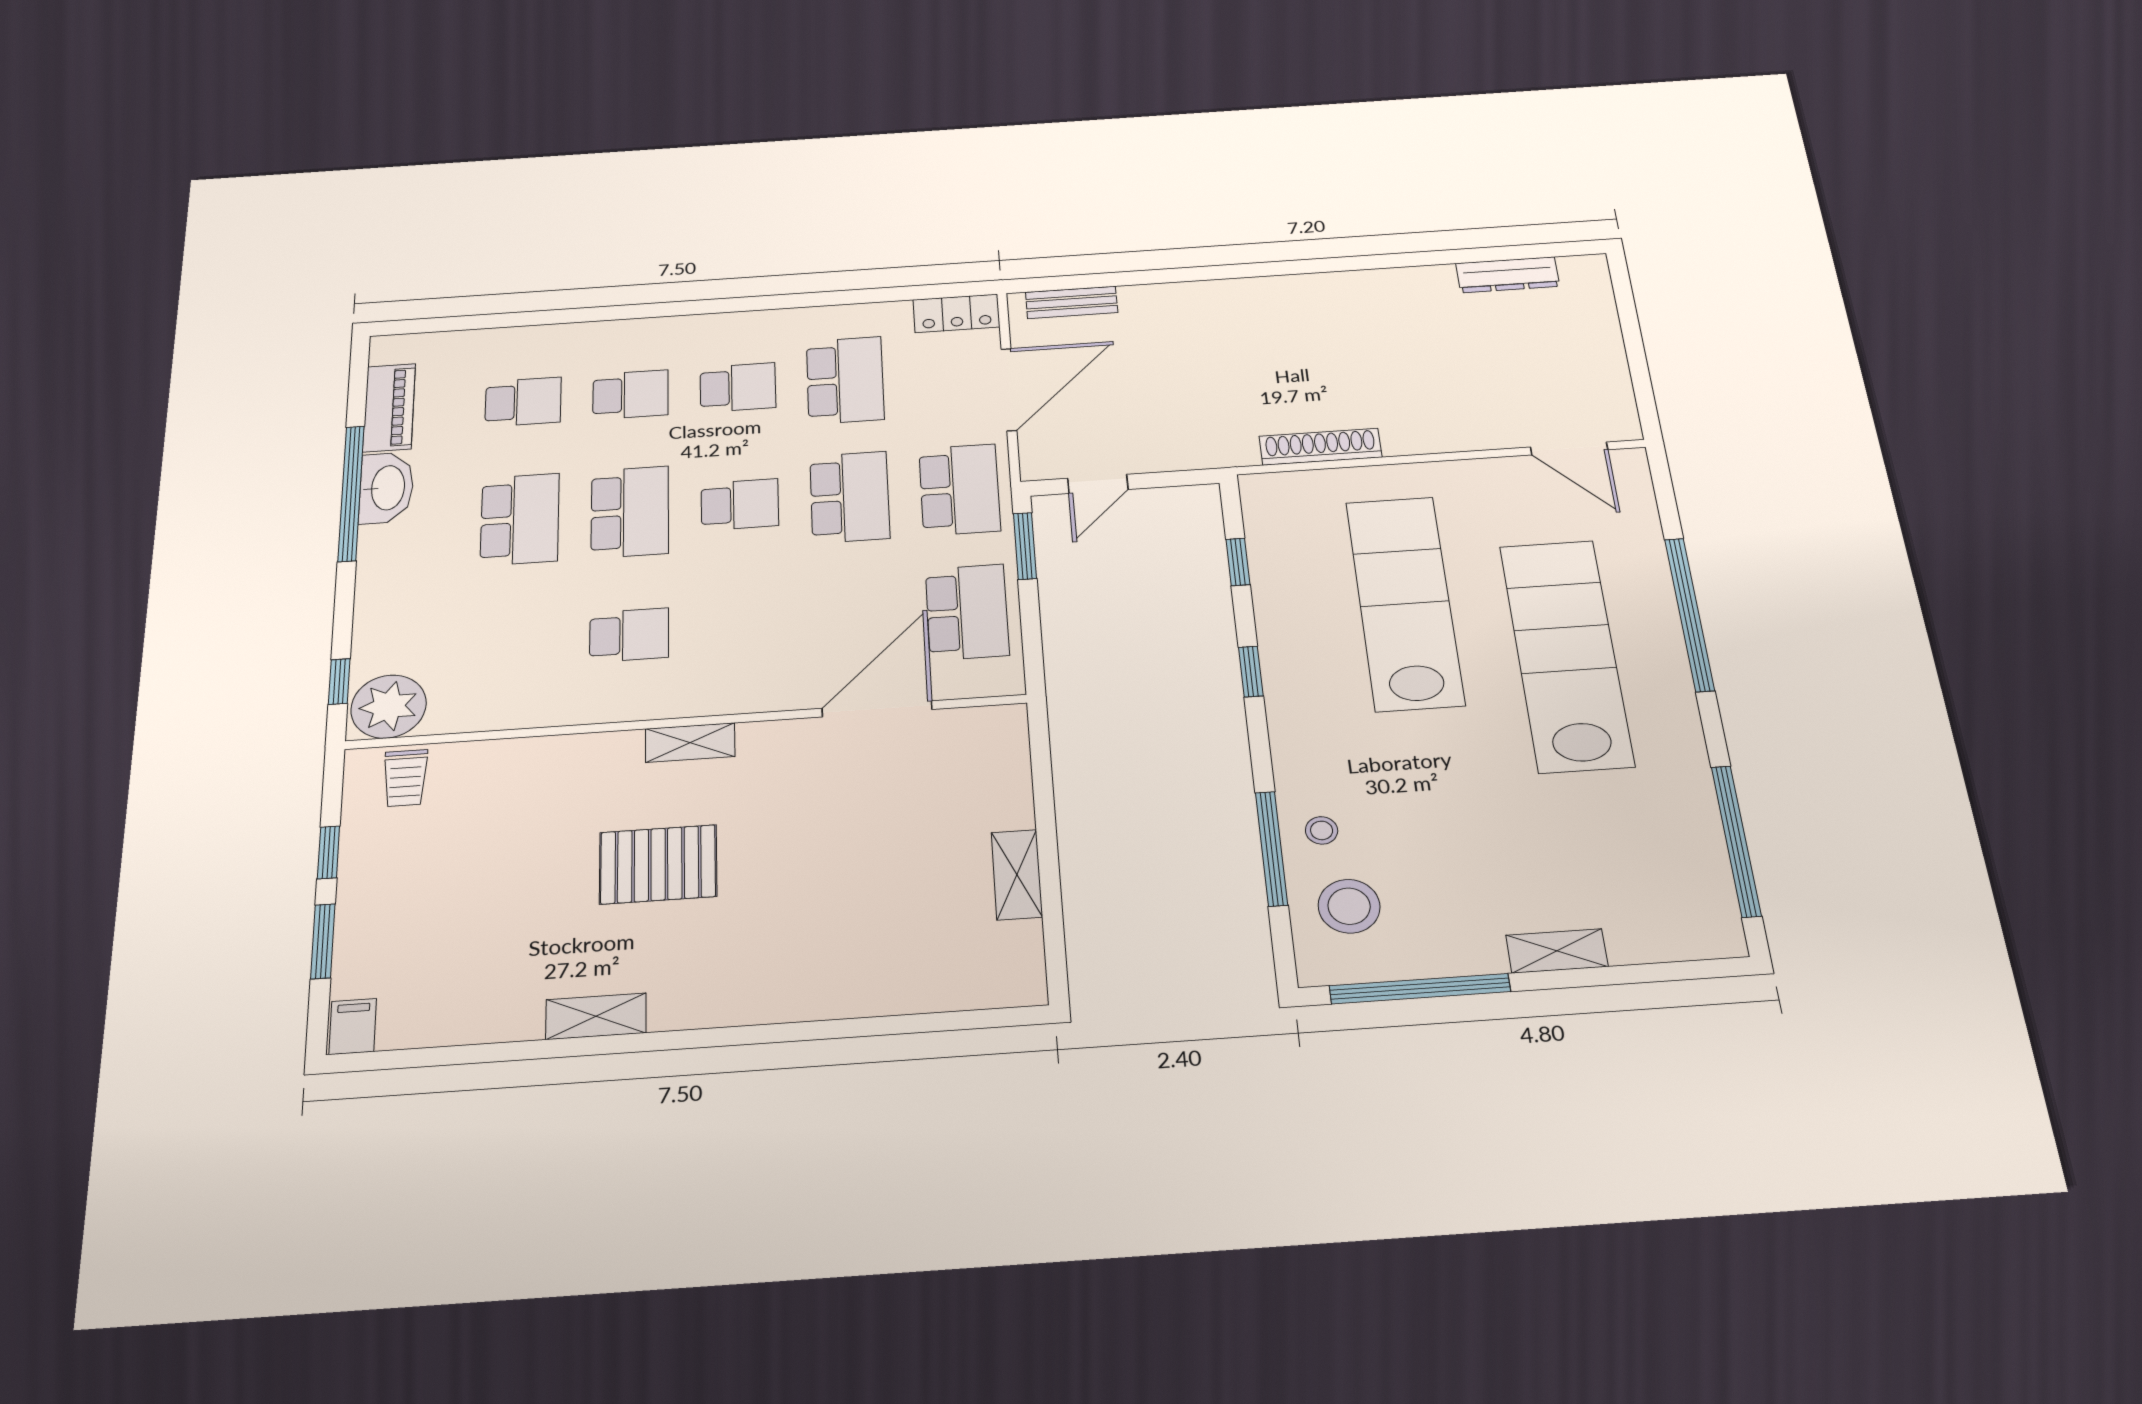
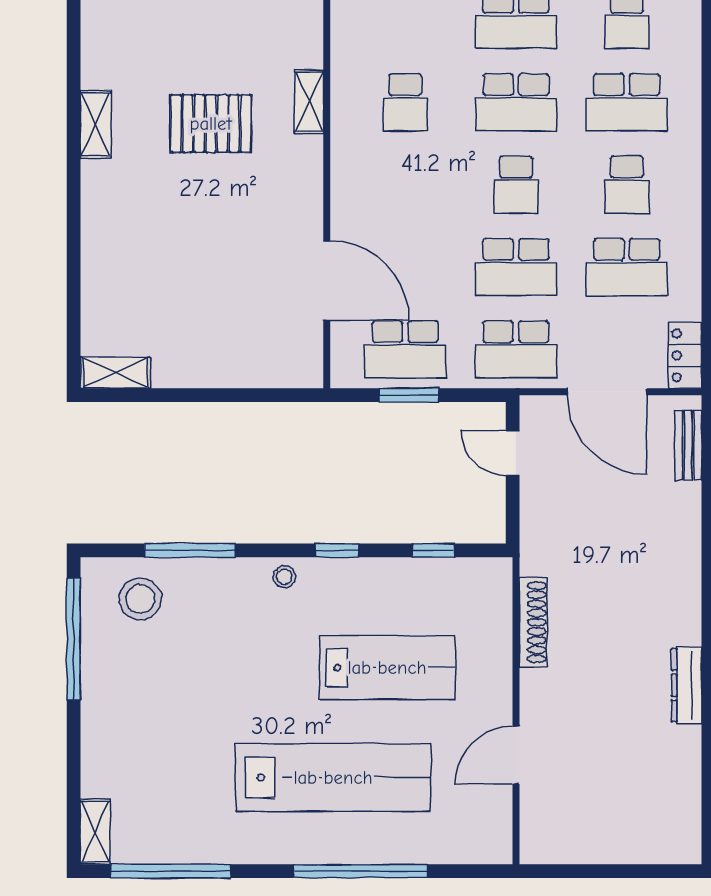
dresser: (1508, 275) -> (687, 685), moved
school desk: (631, 395) -> (627, 102), width x1.85
door: (1569, 448) -> (516, 755), moved
window: (1025, 546) -> (409, 395), moved
lab bench: (1405, 603) -> (387, 668), width x0.73
shelving: (690, 743) -> (309, 102), moved
stool: (1322, 830) -> (284, 577), moved
pallet: (658, 864) -> (211, 124), turned 90
shelving: (1017, 875) -> (115, 373), moved
shelving: (1557, 951) -> (95, 832), moved
shelving: (596, 1016) -> (96, 124), moved

